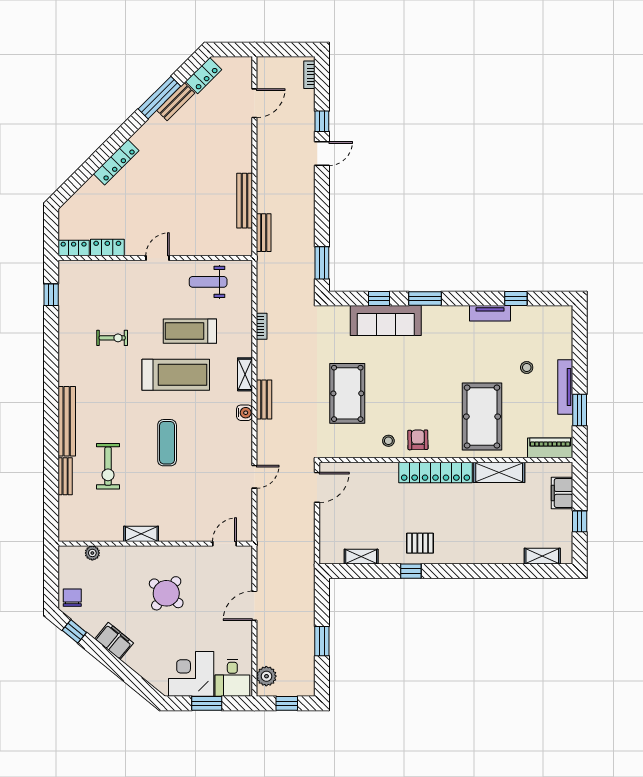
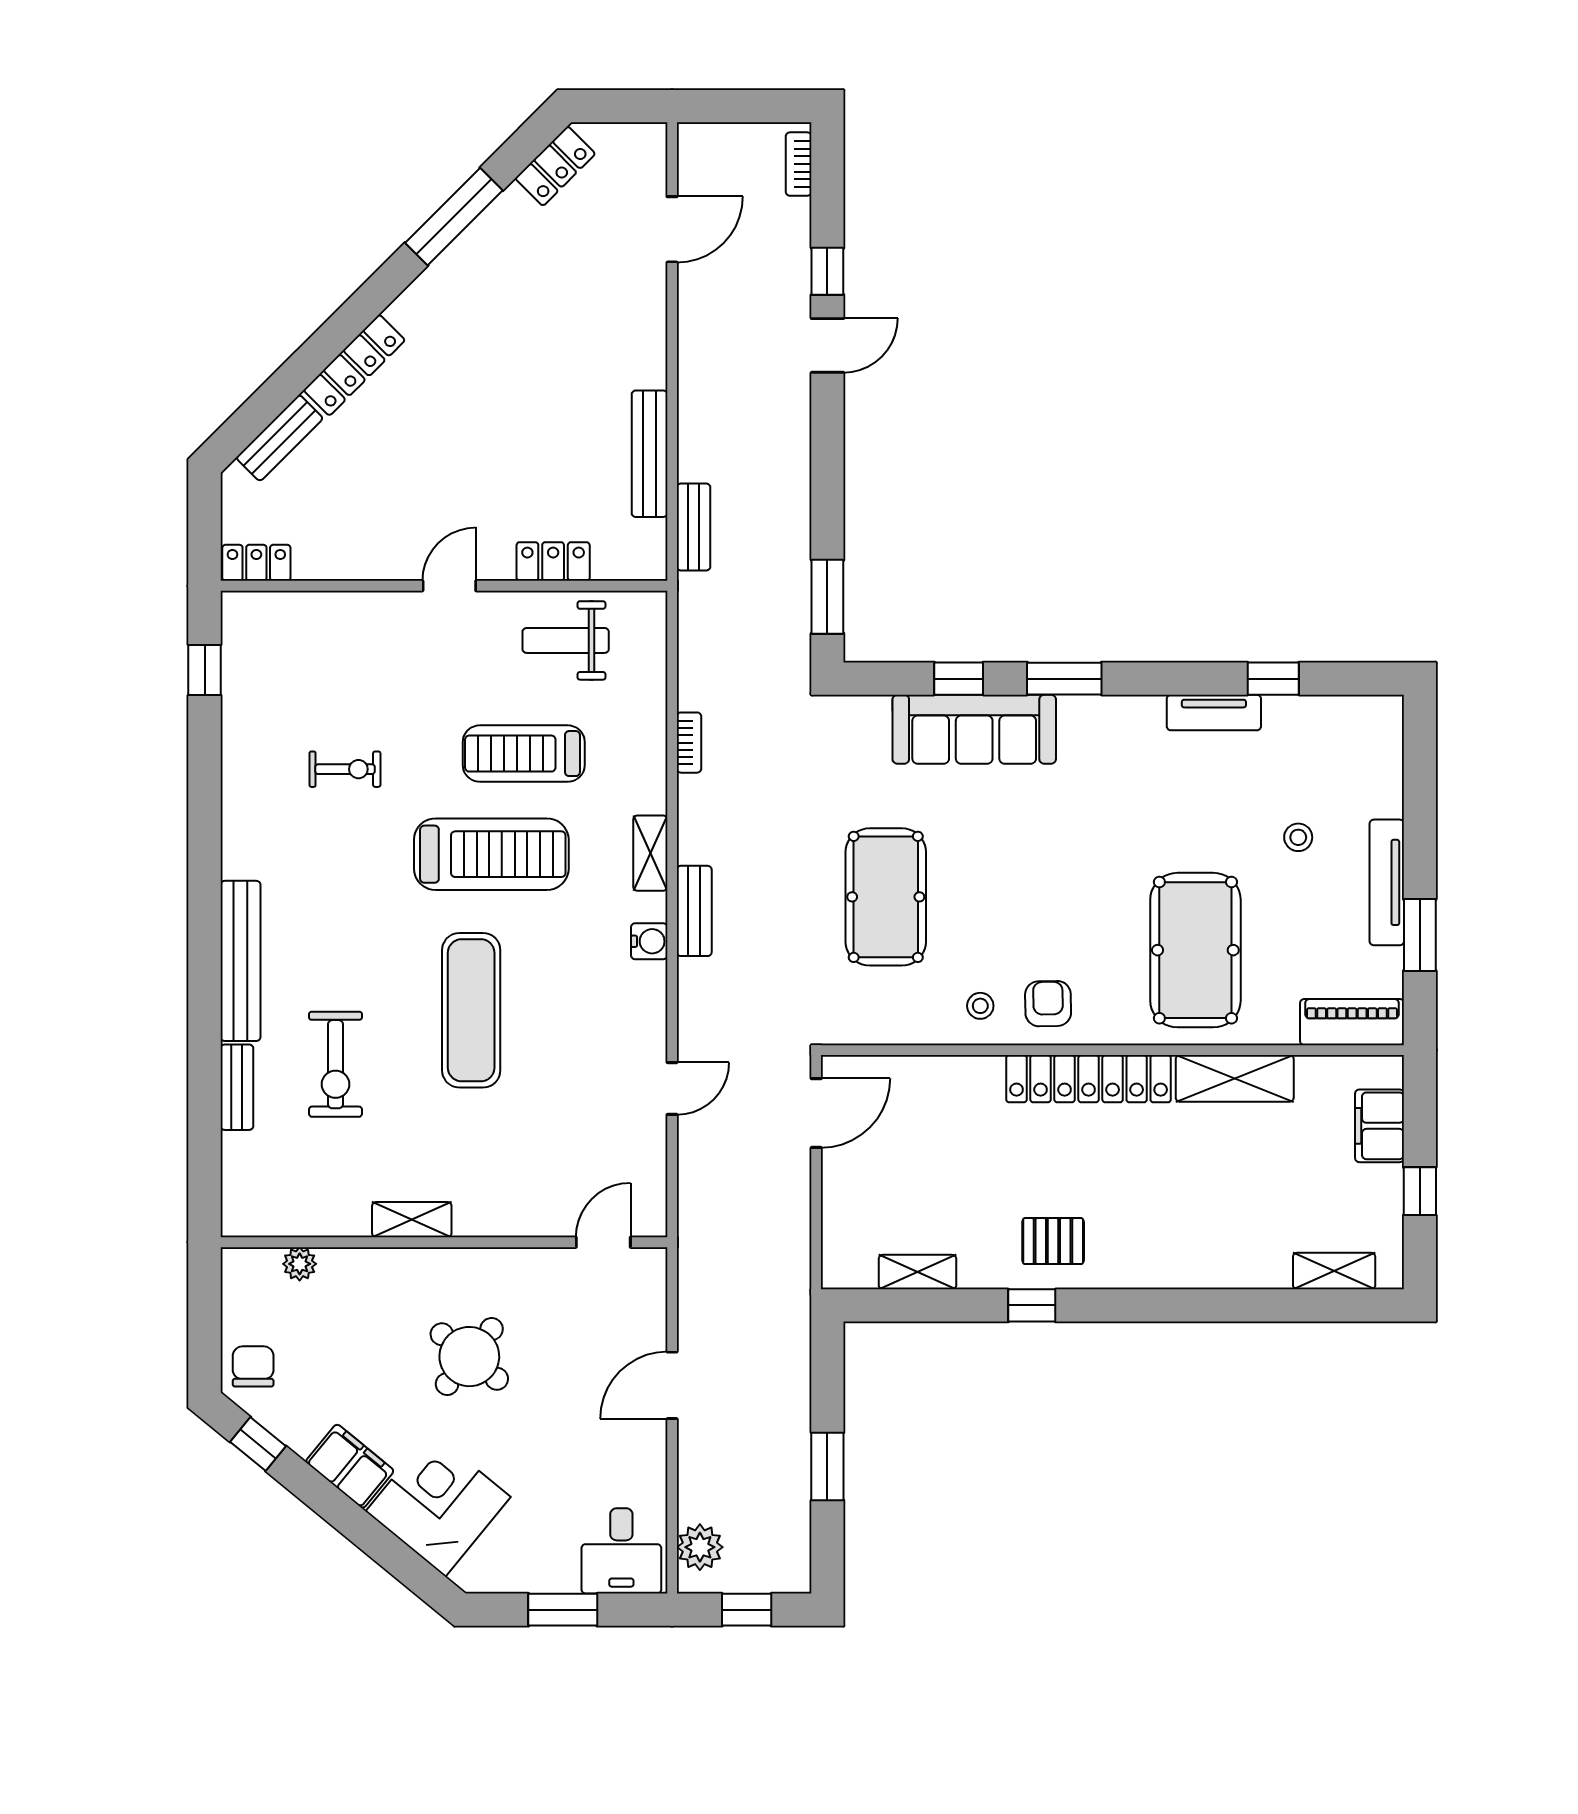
bench: (176, 102) -> (280, 438), moved
locker: (107, 248) -> (553, 561), moved
exercise mat: (167, 443) -> (471, 1010), width x1.36, depth x1.45
corner desk: (191, 674) -> (438, 1504), moved, turned 39

